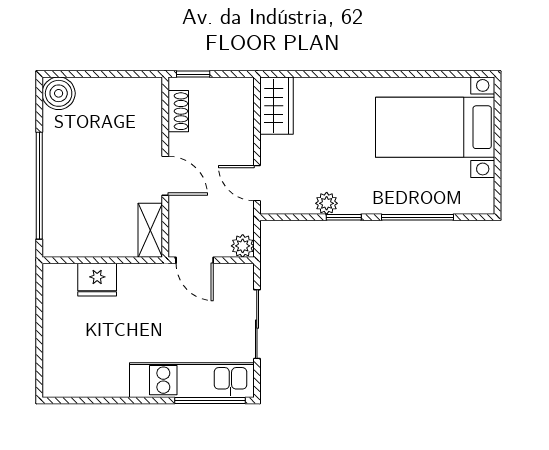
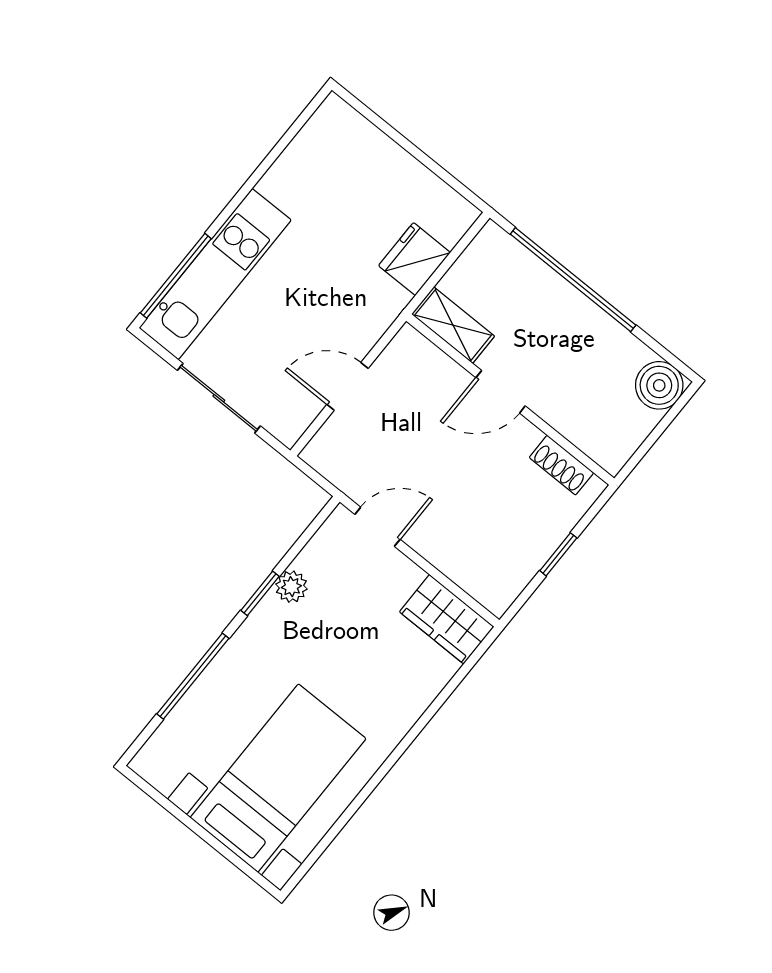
shoe rack: (178, 111) -> (561, 465), moved
wall: (165, 167) -> (510, 400), moved
door: (165, 176) -> (501, 392), moved
shelving: (150, 230) -> (453, 325), moved
plant: (243, 246) -> (320, 453), removed

